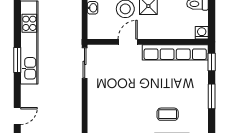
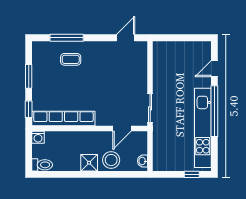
door: (128, 42) -> (122, 129), moved
window: (17, 60) -> (214, 111), width x2.11
door: (17, 116) -> (214, 69), moved

